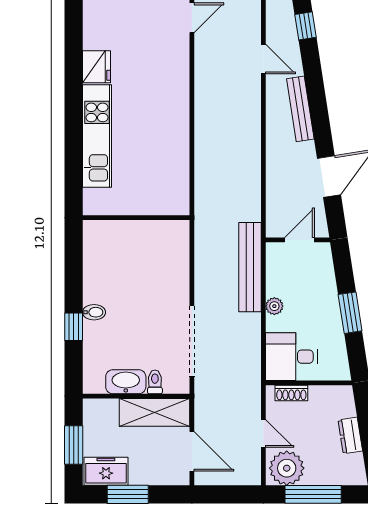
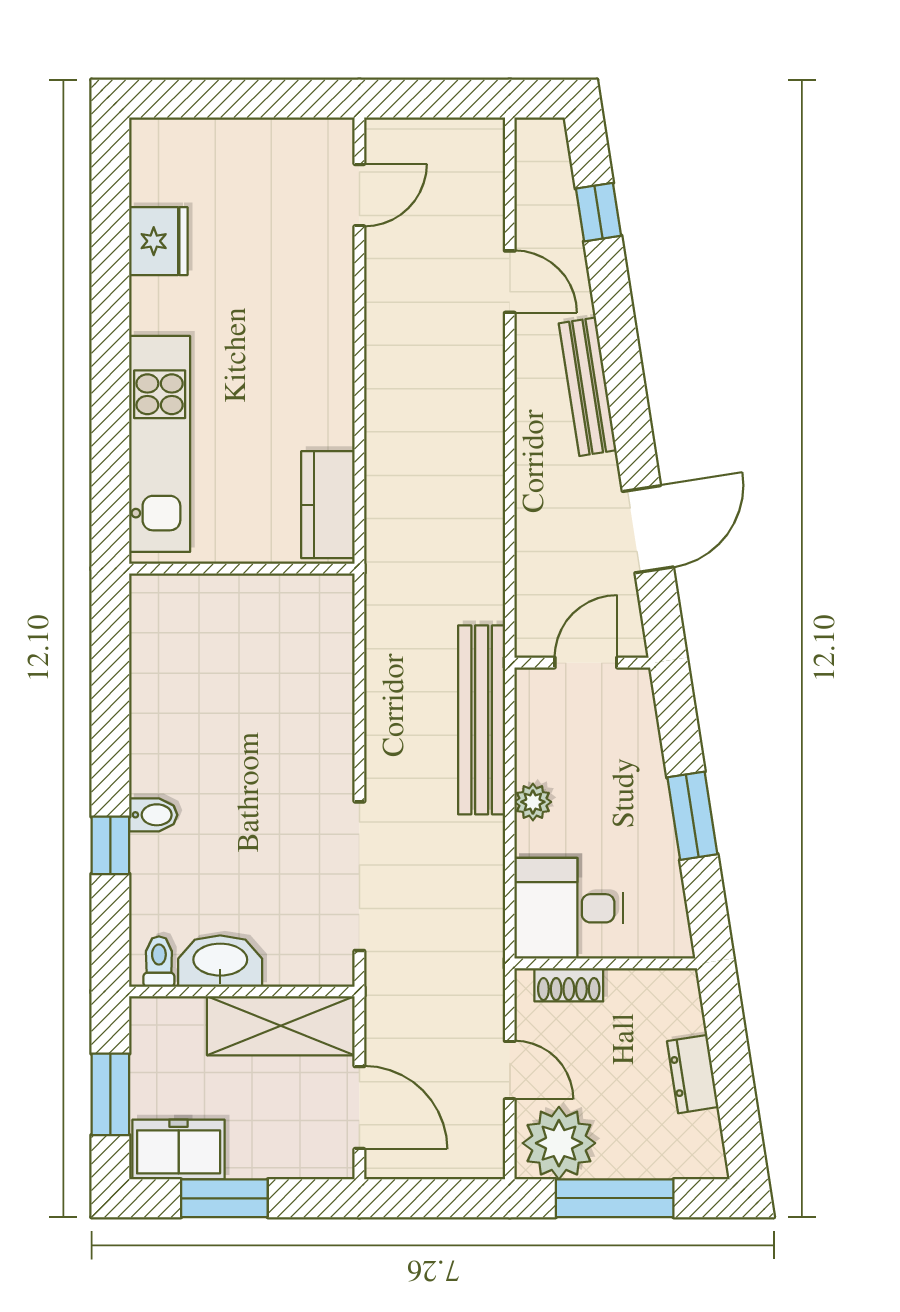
fridge: (96, 67) -> (158, 241), moved
kitchen counter: (177, 165) -> (328, 505), added
wall: (136, 218) -> (242, 569), moved
toilet: (155, 382) -> (159, 962), moved

